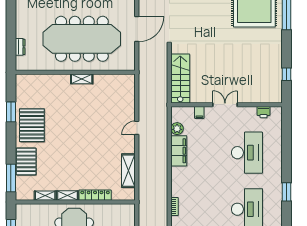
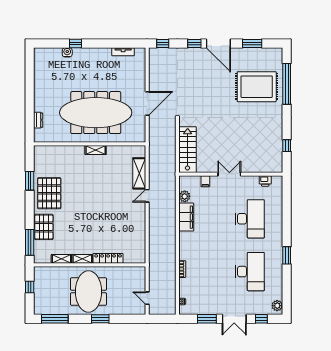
shelving: (128, 171) -> (139, 173), moved

